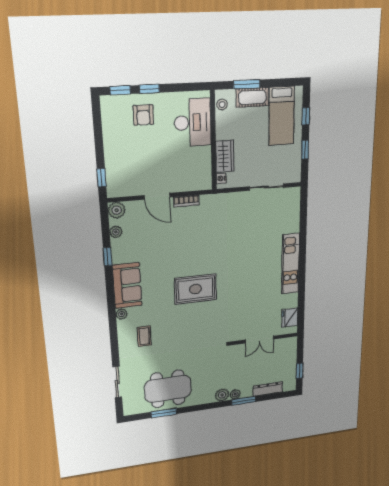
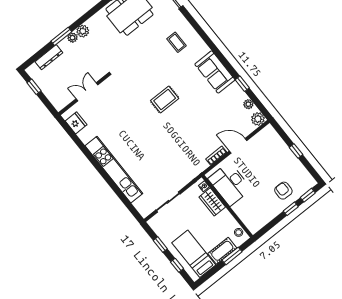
desk: (193, 123) -> (230, 184), moved
window: (101, 178) -> (296, 151), moved
kitchen unit: (291, 264) -> (114, 170), width x1.36
rug: (196, 289) -> (165, 99), width x0.73, depth x0.70
plant: (121, 314) -> (204, 49), removed

